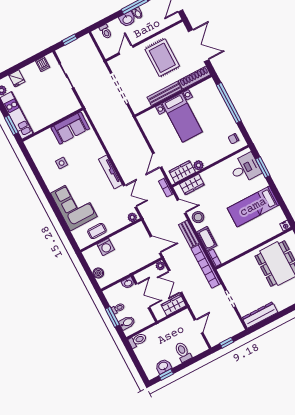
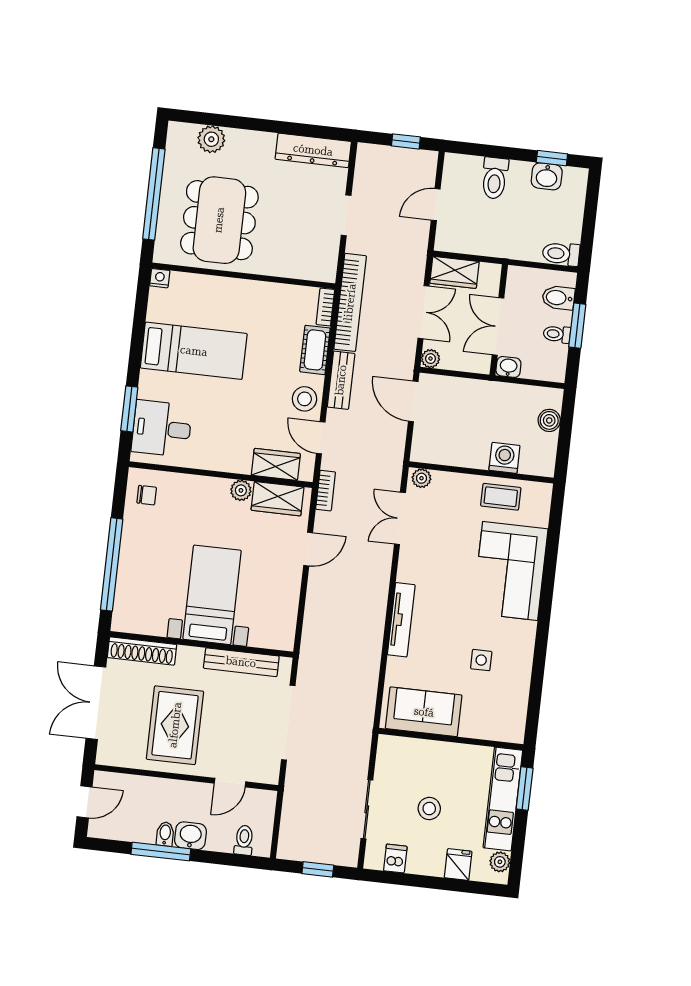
stool: (43, 92) -> (429, 809), added
bench: (164, 93) -> (241, 662), moved
tv unit: (110, 172) -> (401, 620), moved

